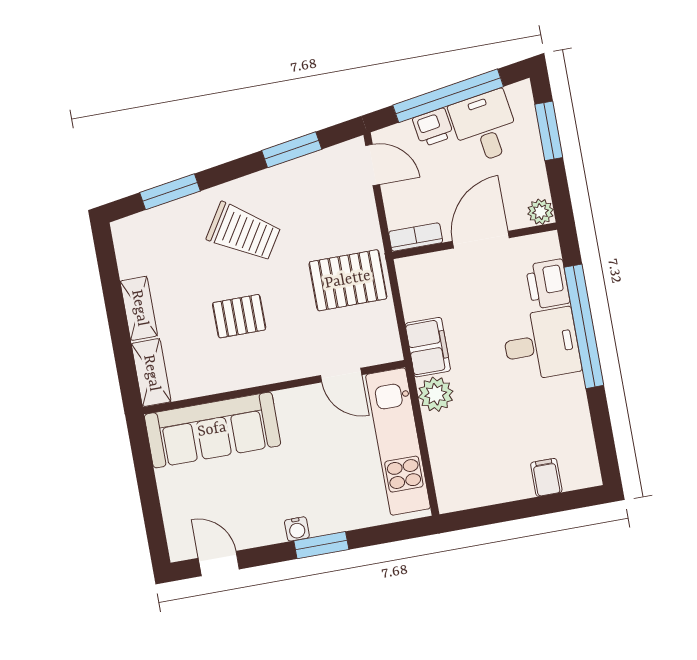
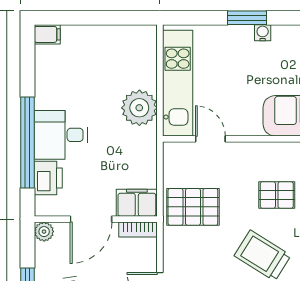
filing cabinet: (428, 347) -> (137, 203), moved, turned 90
plant: (436, 394) -> (139, 108), width x1.36, depth x1.36
filing cabinet: (546, 477) -> (47, 34), moved, turned -90

